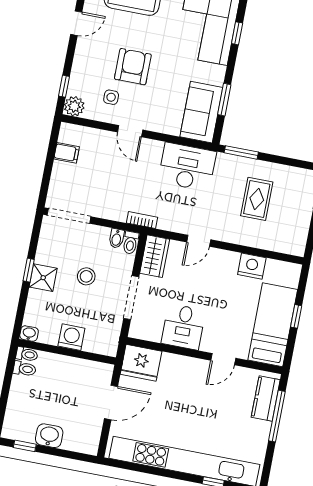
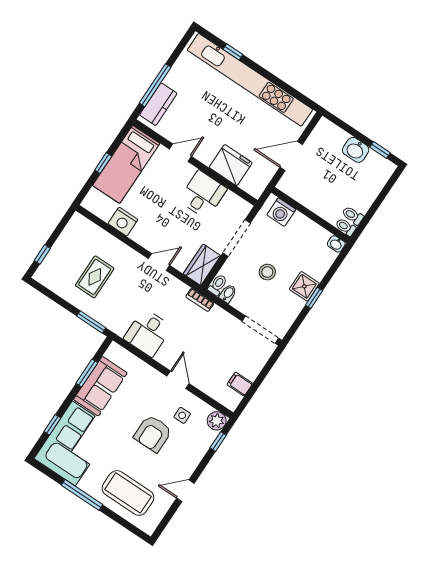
sofa: (201, 112) -> (100, 386), moved
desk: (187, 167) -> (148, 333), width x0.73
washing machine: (71, 337) -> (281, 212), moved
fridge: (141, 363) -> (231, 165), moved

